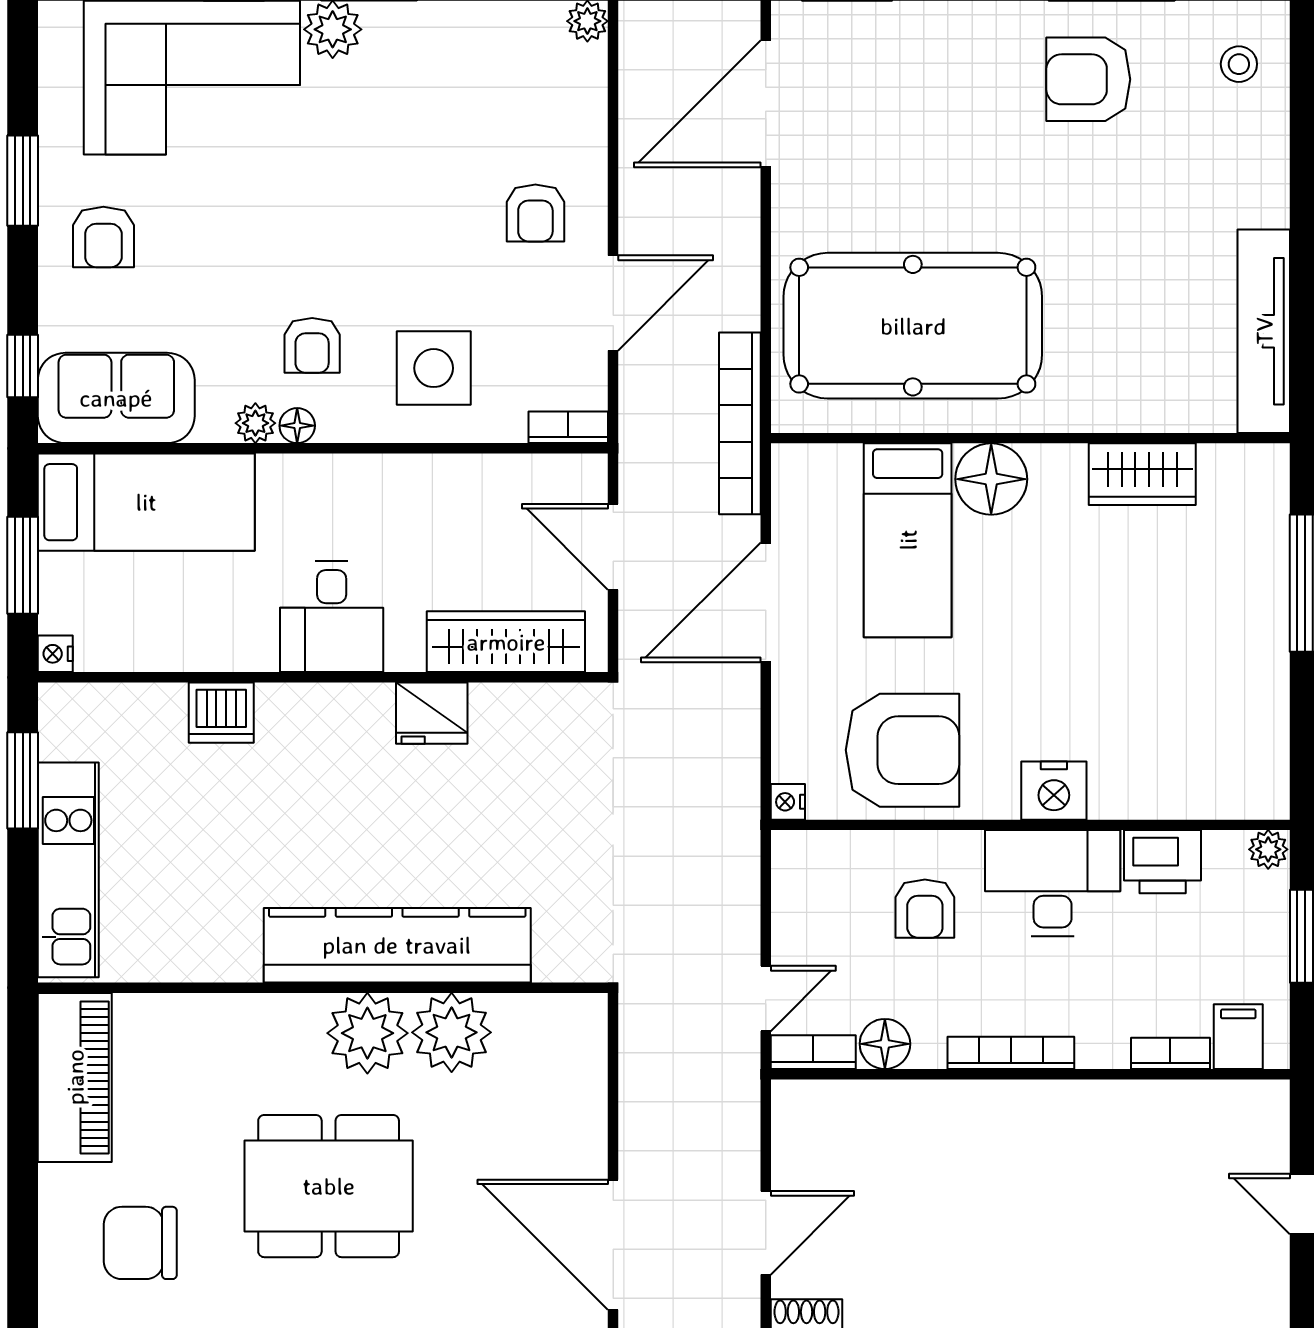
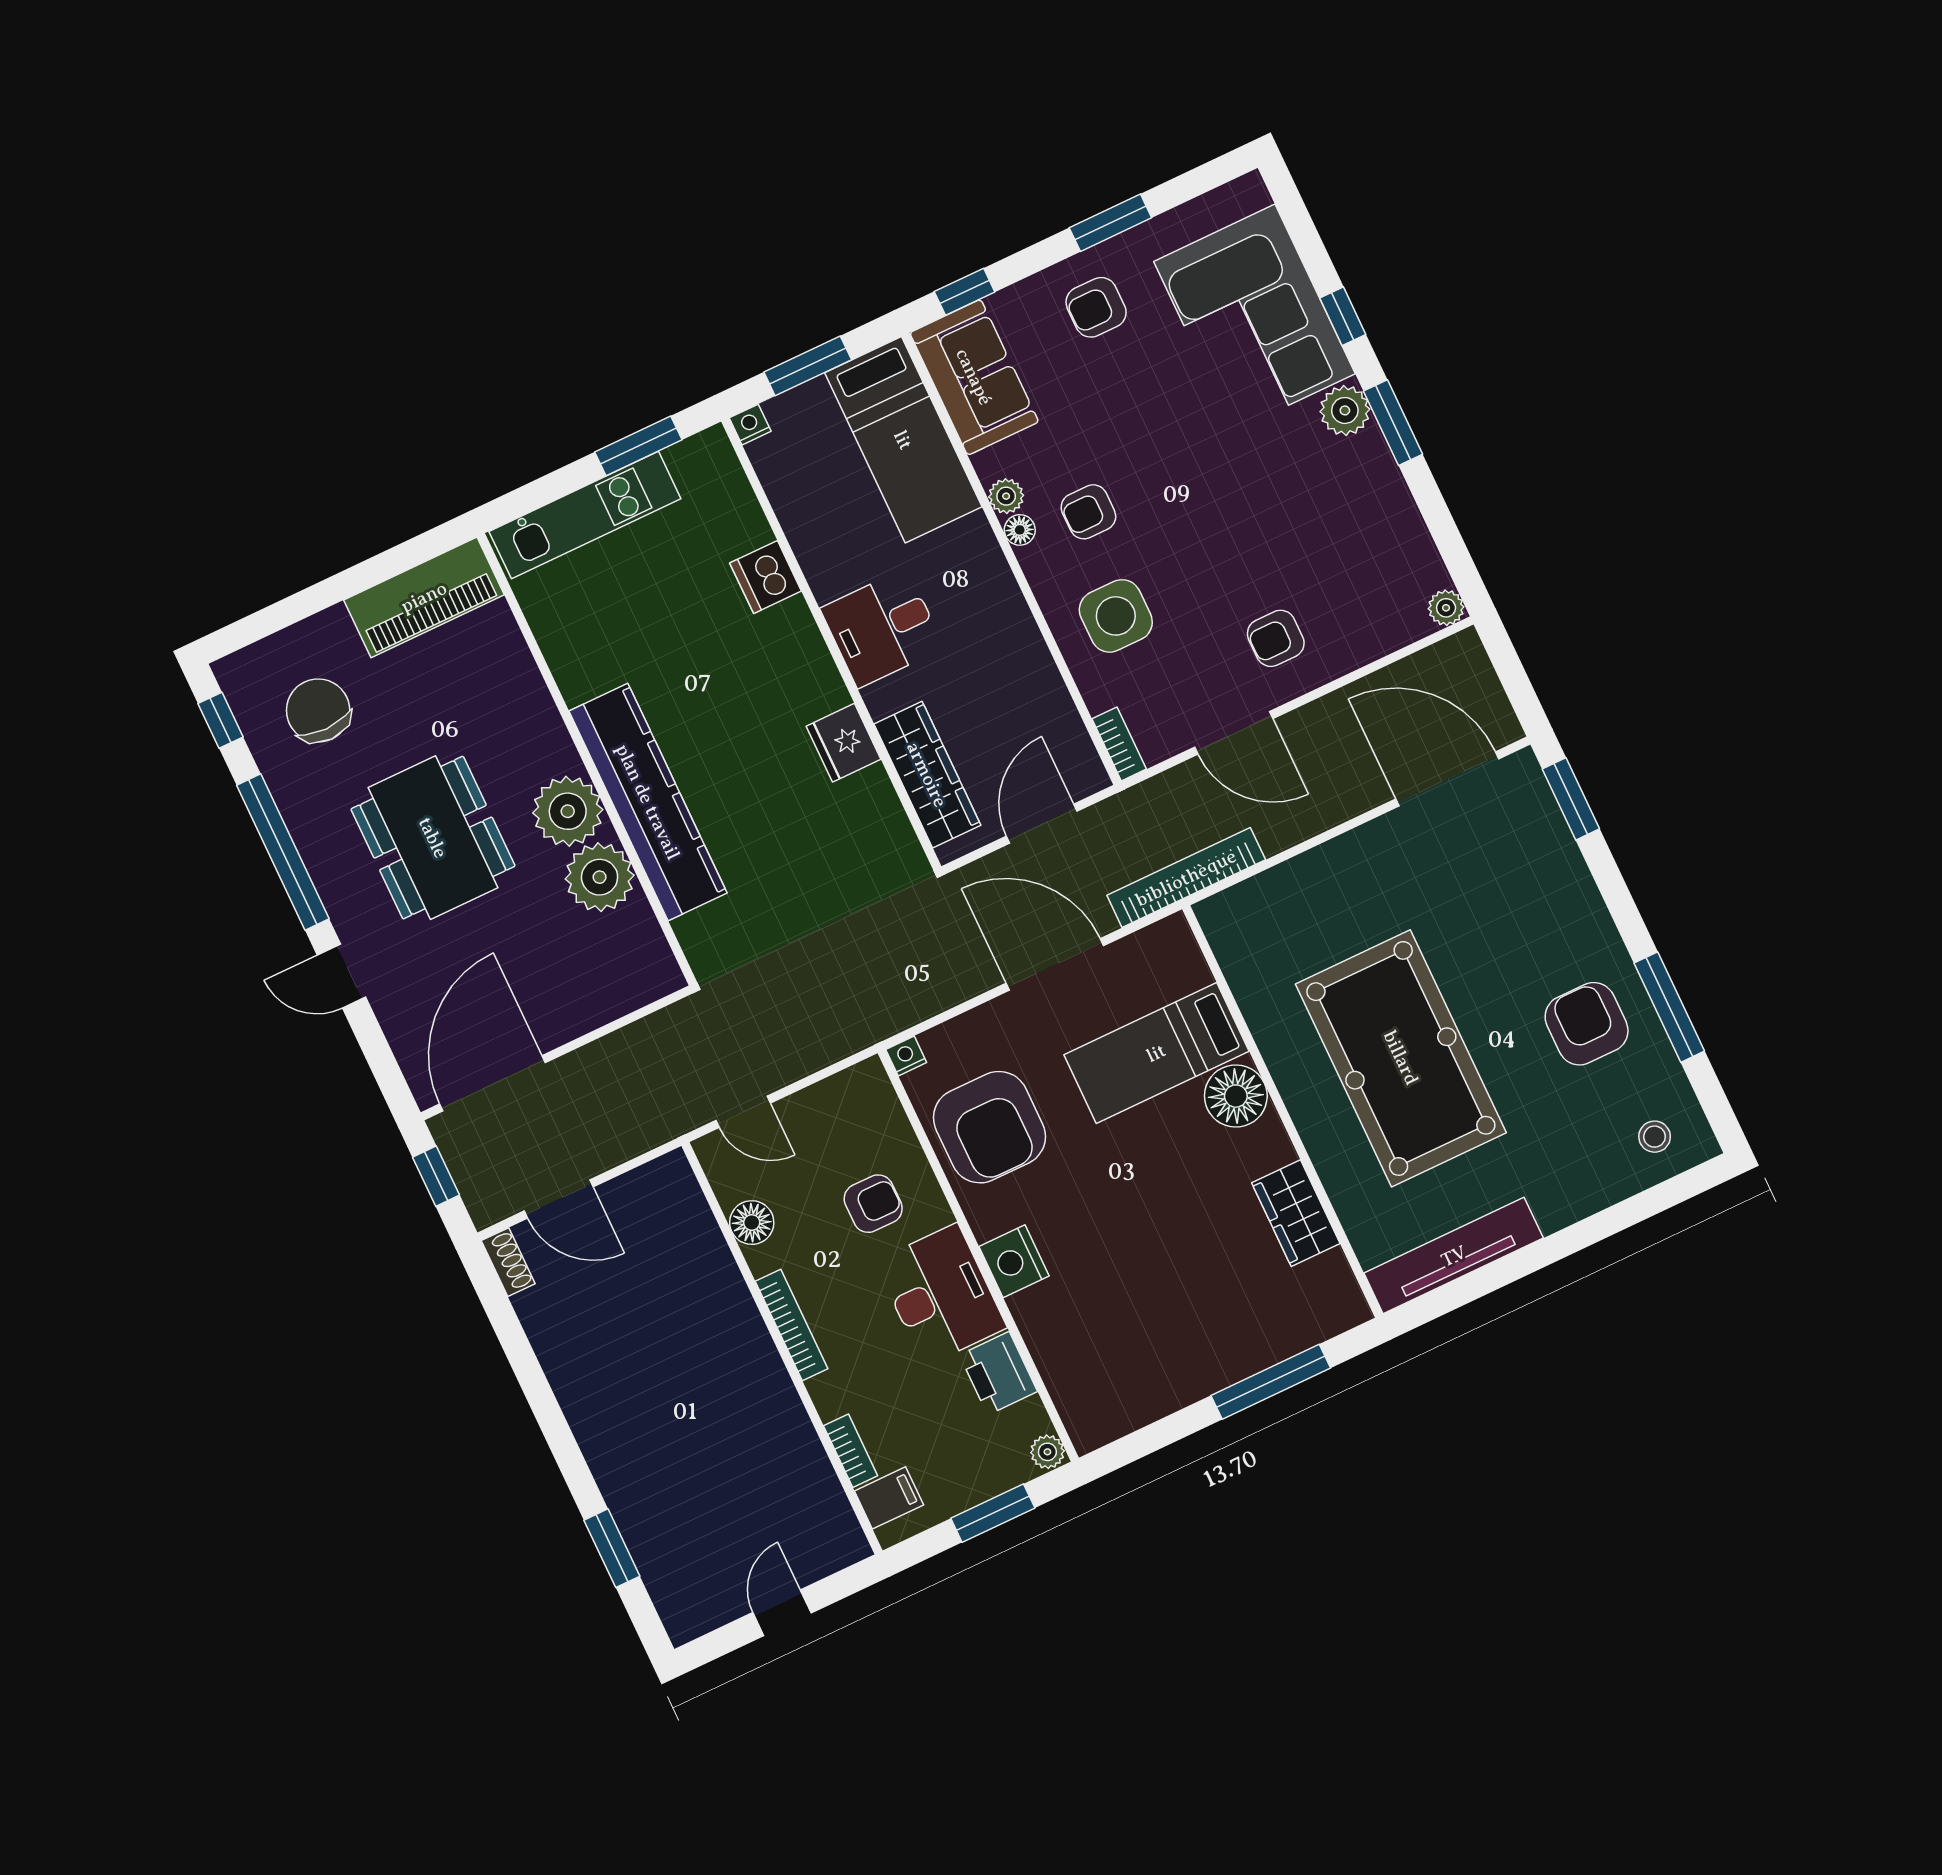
pool table: (913, 326) -> (1401, 1058), moved
armchair: (925, 909) -> (873, 1204), turned 180
bookcase: (813, 1052) -> (719, 1169), removed

